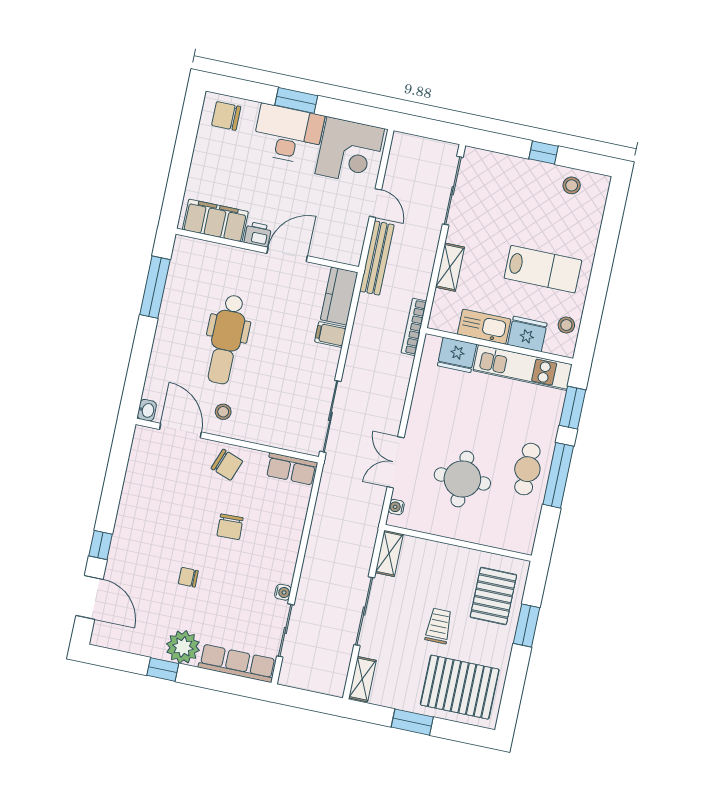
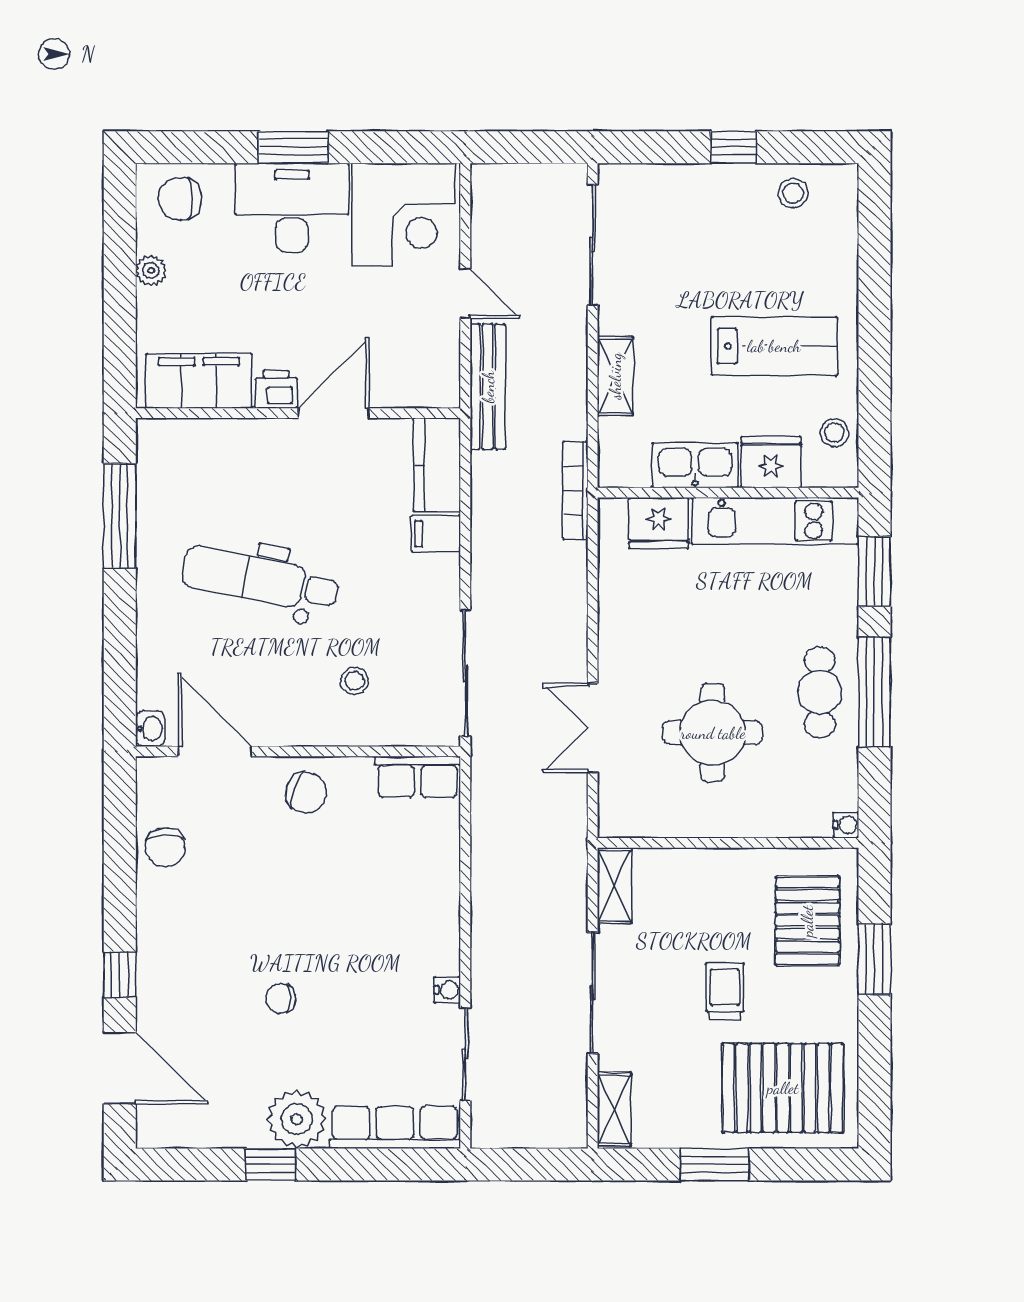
plant: (202, 153) -> (151, 271), added
dental chair: (226, 339) -> (260, 579), turned 101
stool: (223, 412) -> (355, 681), moved
water cooler: (396, 507) -> (846, 825), moved, turned 180
chair: (230, 527) -> (165, 847), moved

